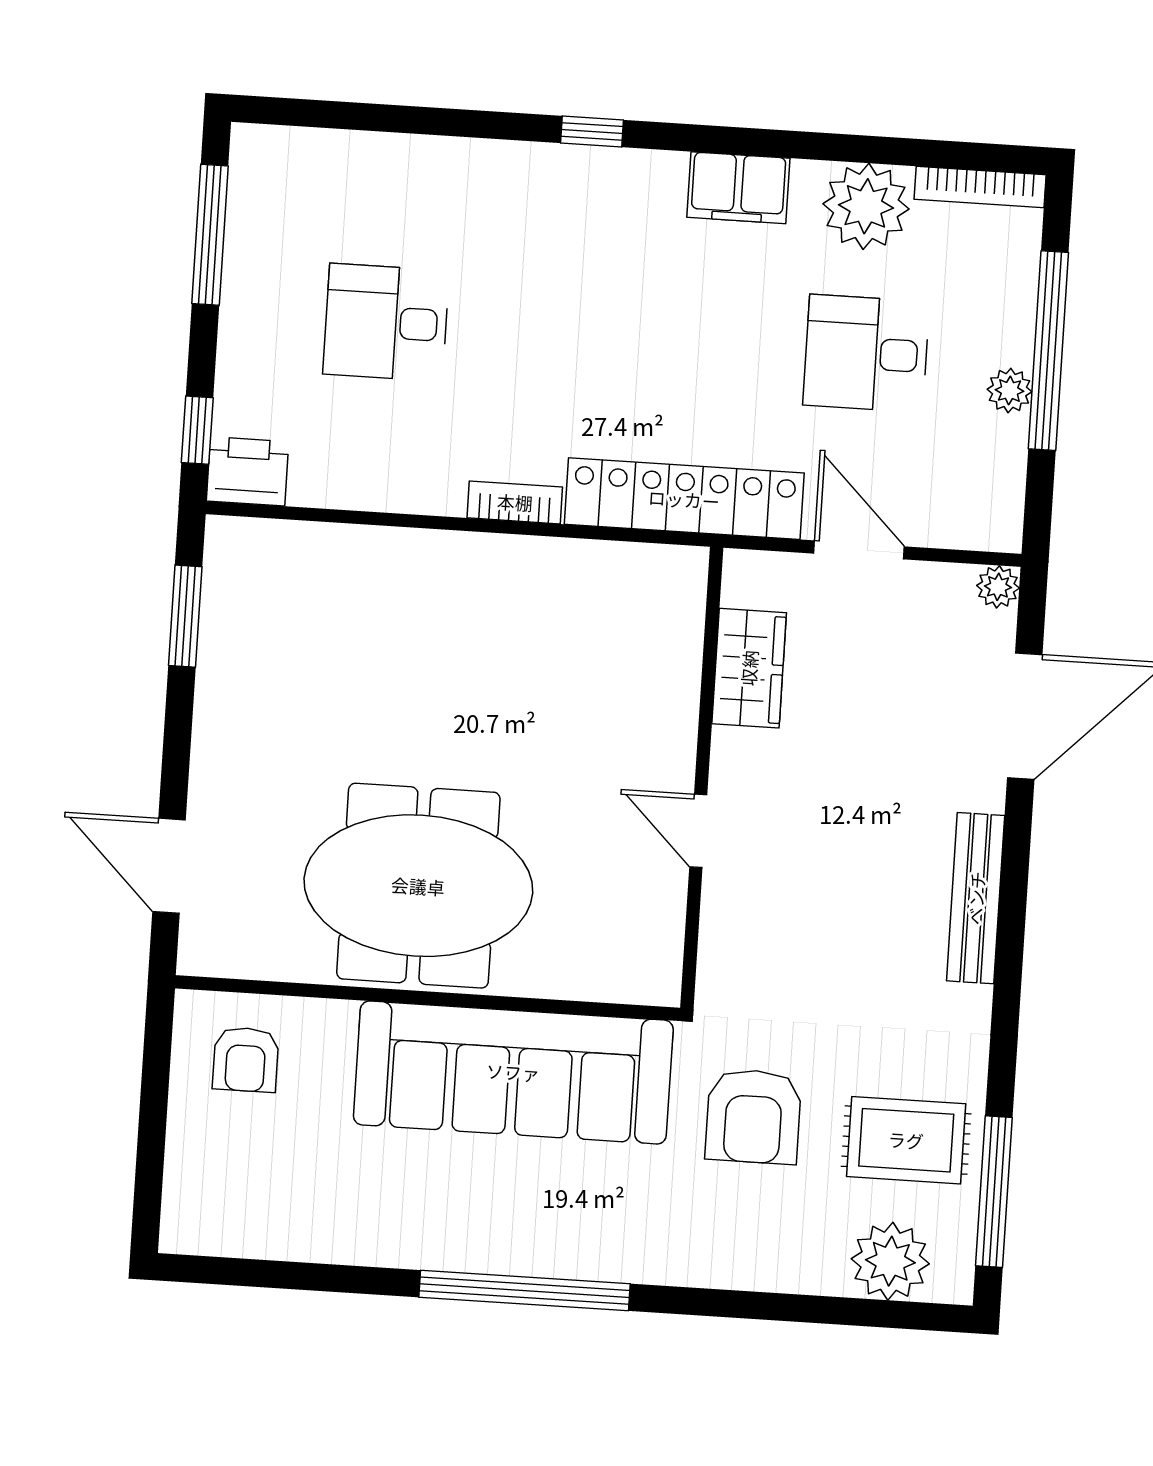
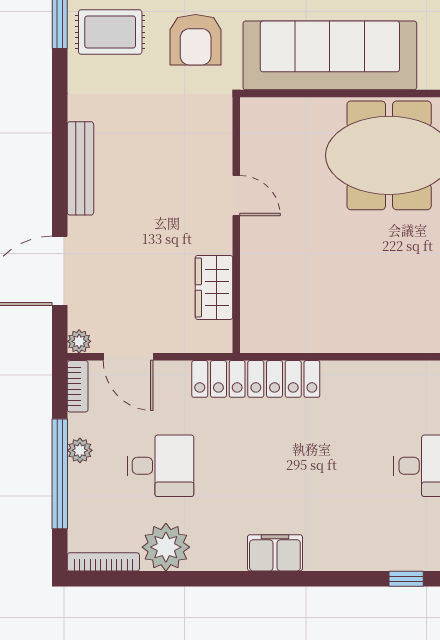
window: (592, 132) -> (406, 579), moved
filing cabinet: (738, 188) -> (275, 553), moved
bookcase: (515, 502) -> (78, 386), moved, turned -90
door: (859, 550) -> (128, 357), moved
armchair: (753, 1116) -> (196, 40), turned 180

